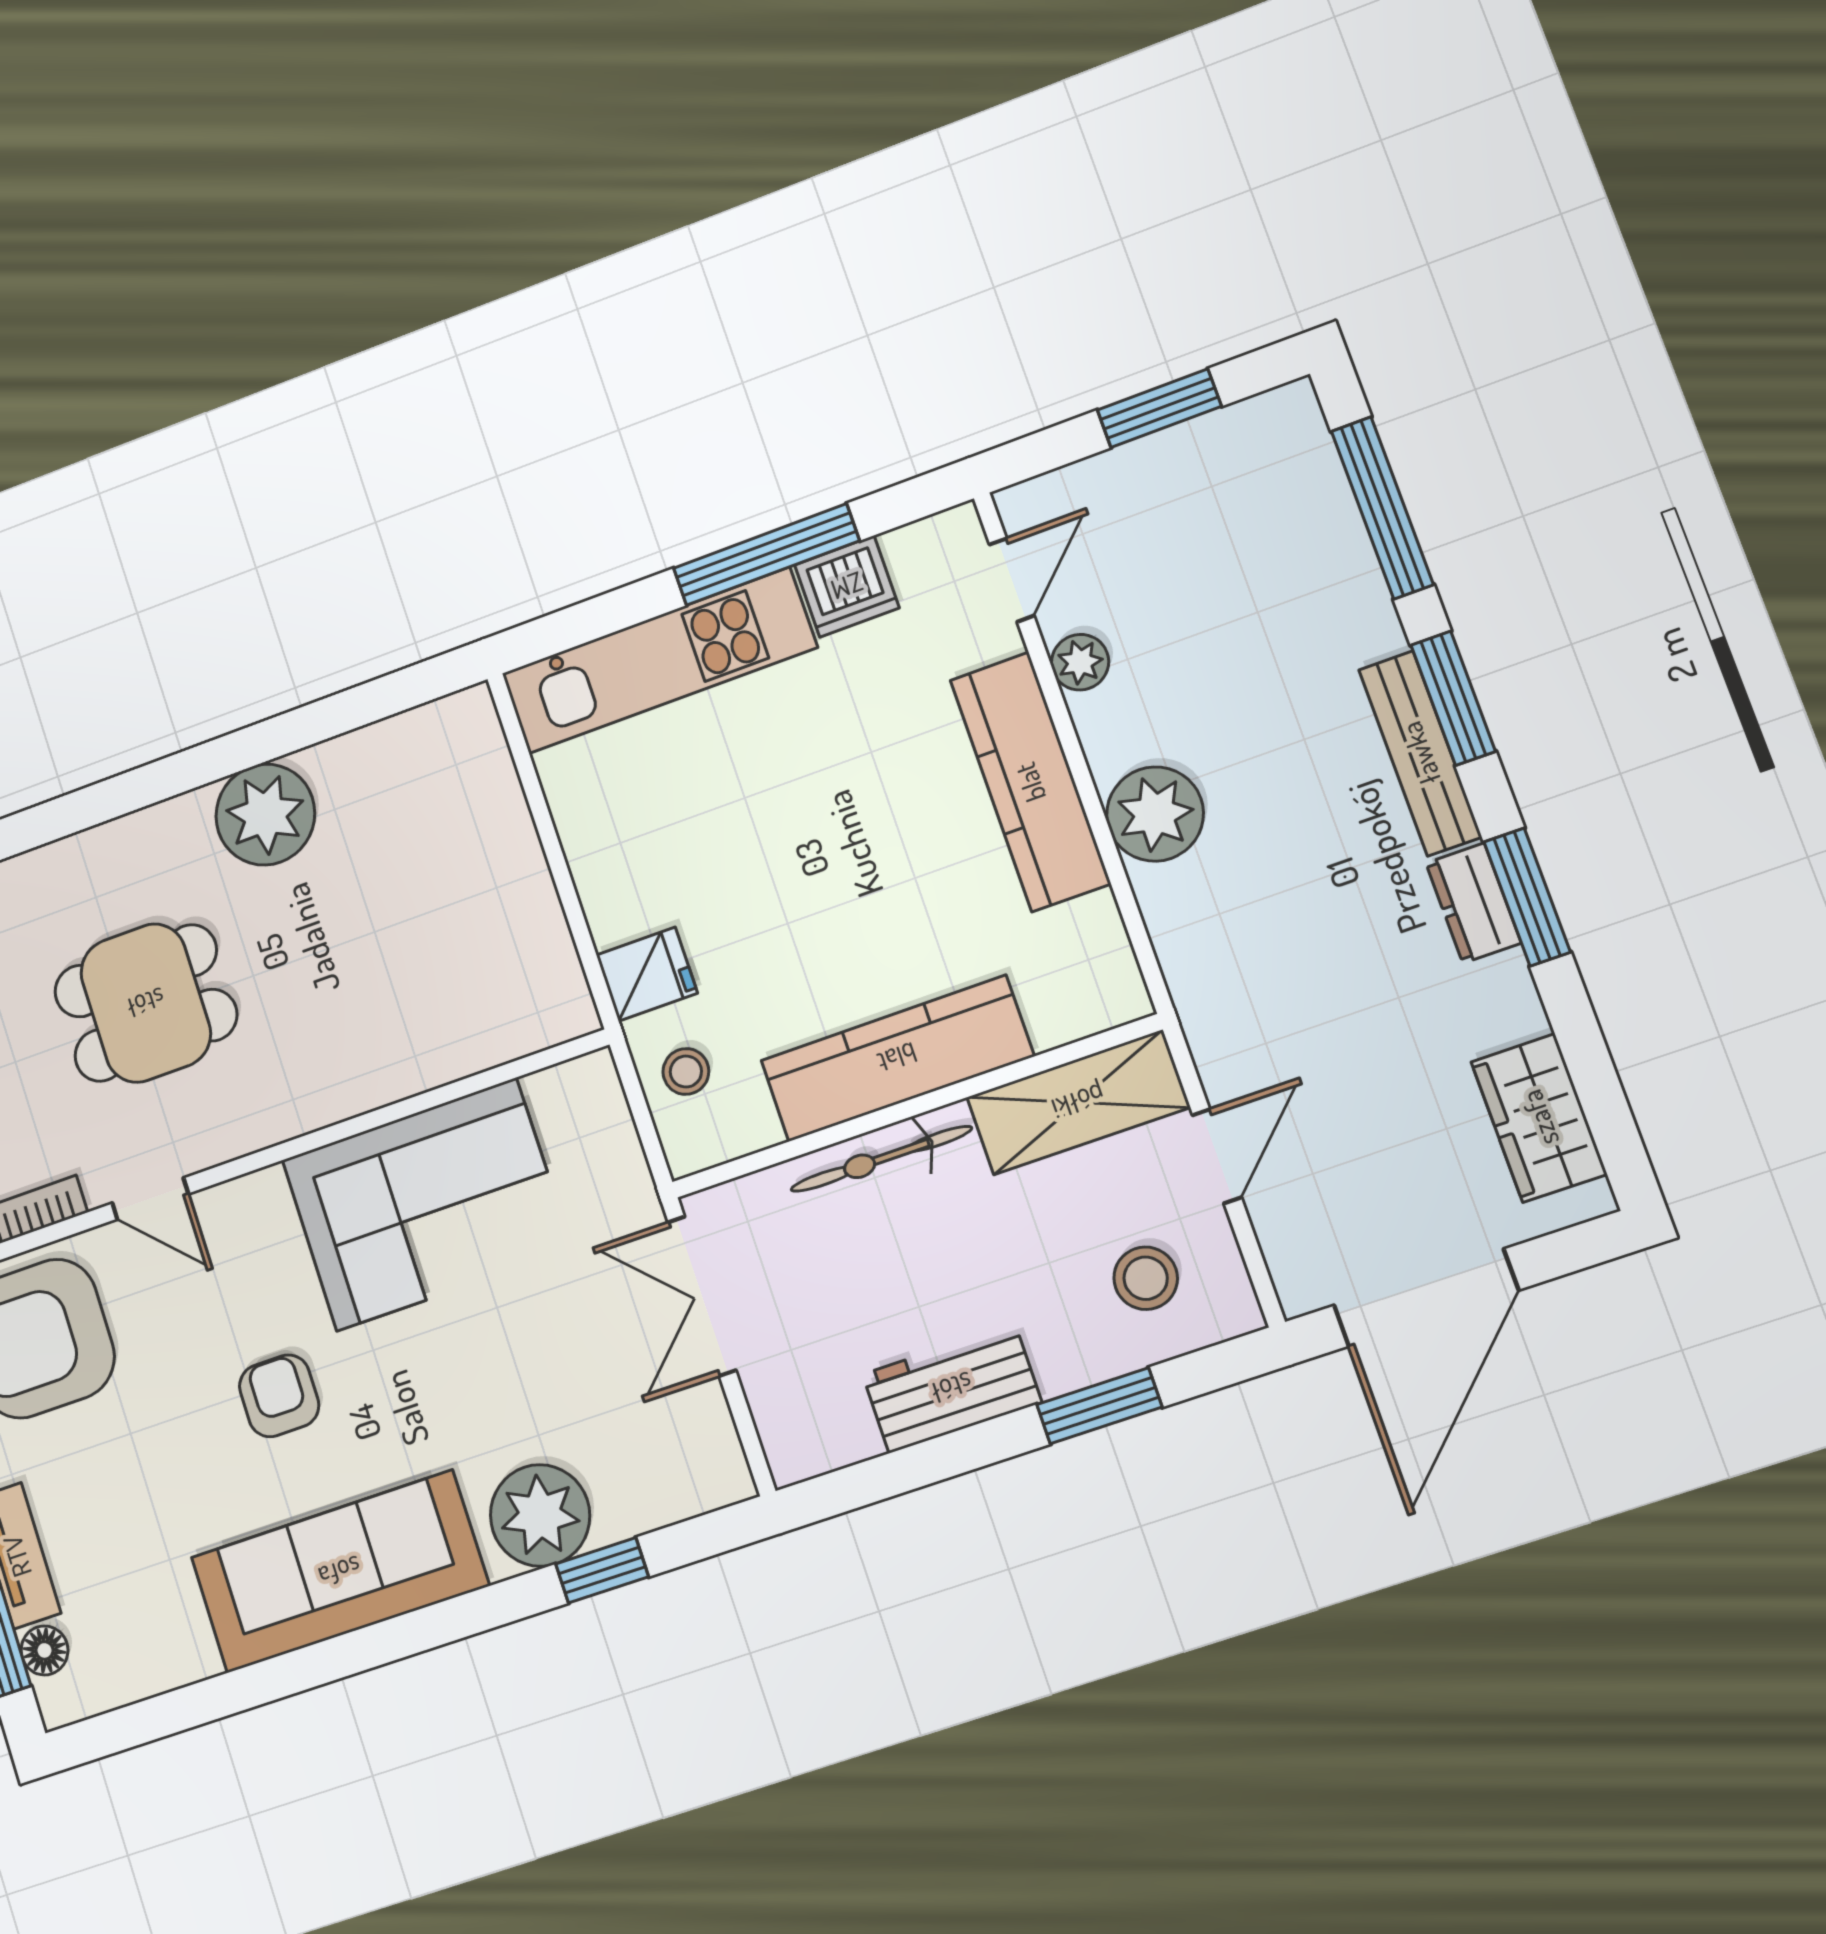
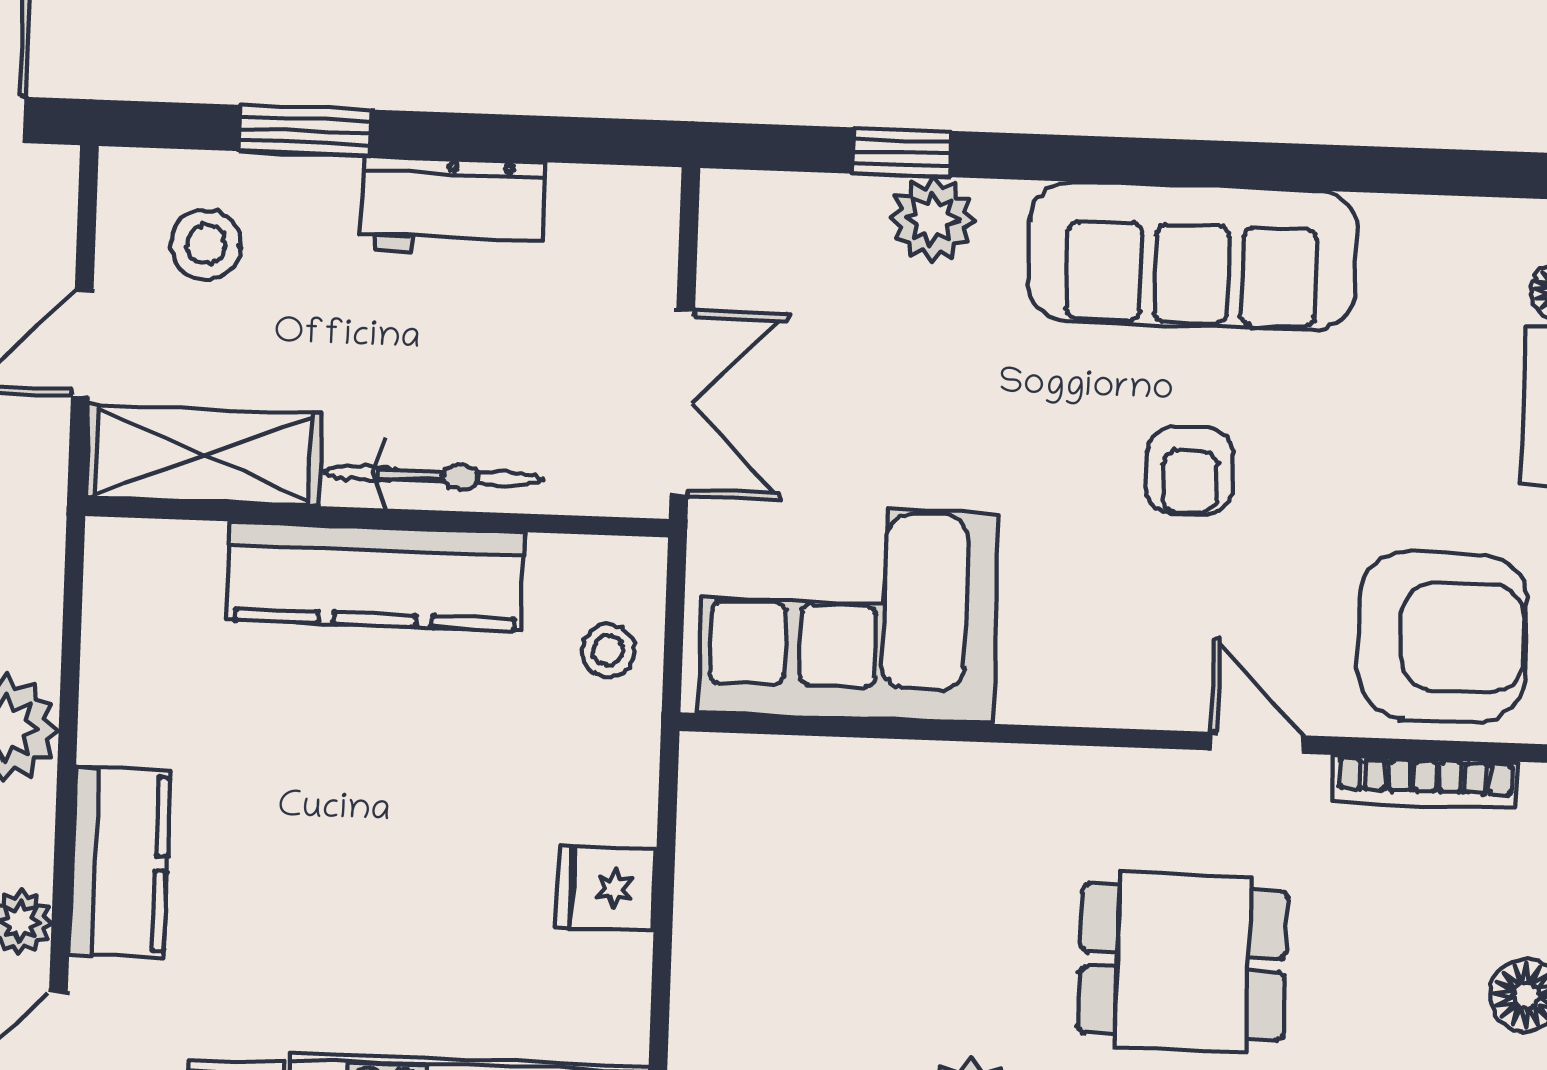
kitchen counter: (1030, 782) -> (120, 862), width x0.67
fridge: (647, 974) -> (606, 888), moved
corner sofa: (426, 1205) -> (848, 613), moved
plant: (540, 1515) -> (932, 219), width x0.73, depth x0.73

